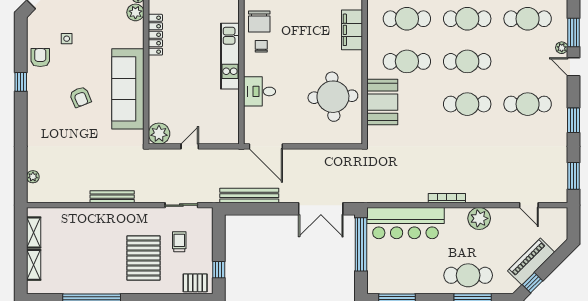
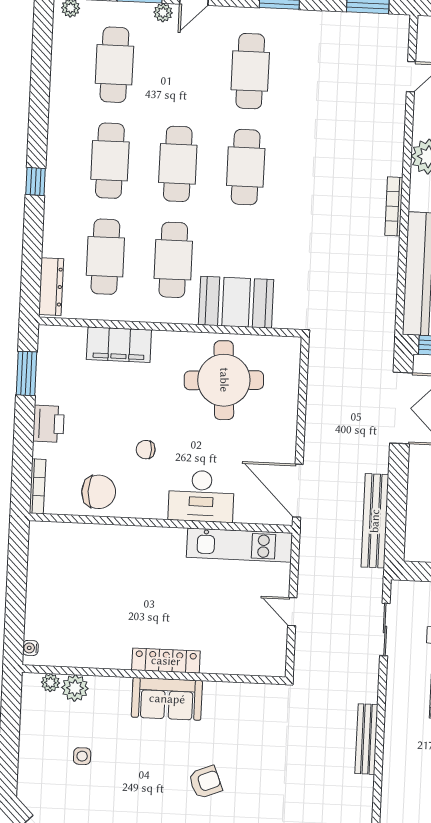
locker: (155, 35) -> (166, 661), moved
side table: (67, 39) -> (82, 756), moved
chair: (261, 46) -> (146, 450), moved
kitchen unit: (230, 56) -> (239, 545), moved
sofa: (128, 89) -> (167, 699), width x0.54, depth x0.79
desk: (260, 91) -> (201, 496), width x1.37
plant: (159, 134) -> (270, 660), removed
door: (266, 146) -> (298, 491), swing flipped

